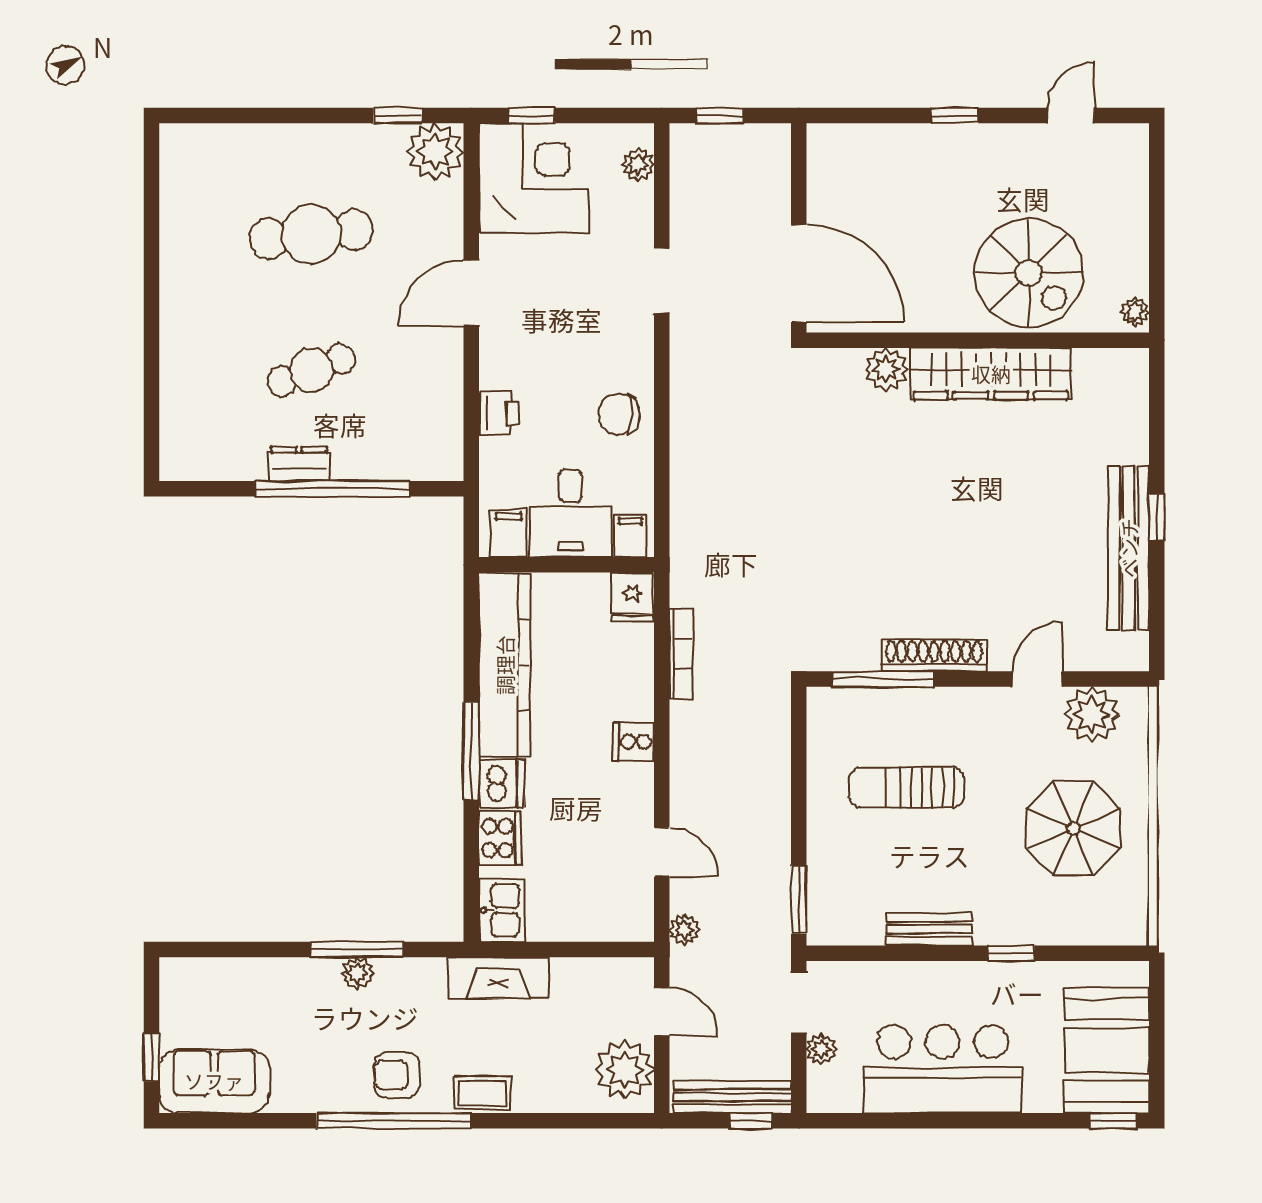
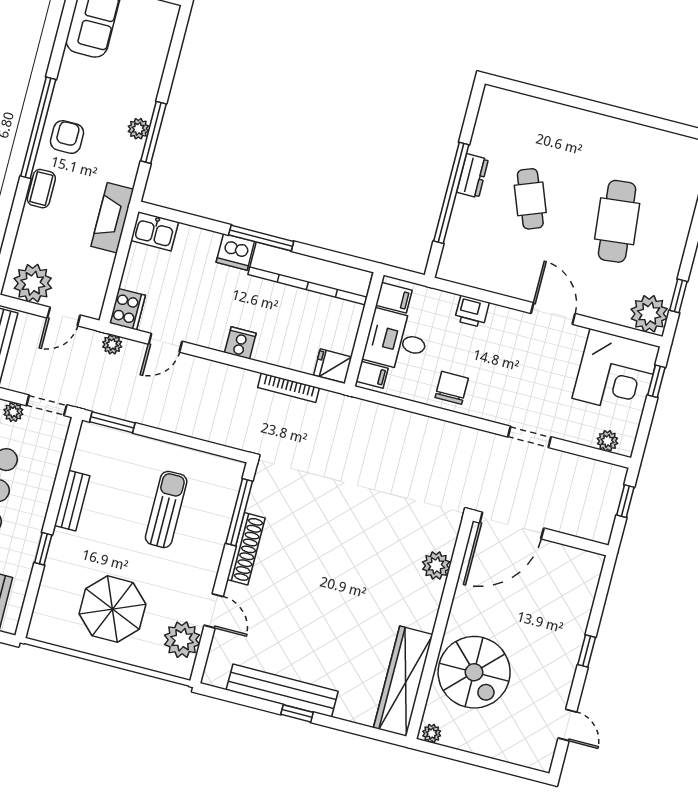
spiral stairs: (1029, 273) -> (474, 672), turned -90
wardrobe: (991, 374) -> (403, 681), moved
cooker: (500, 838) -> (127, 309), moved, turned -90

